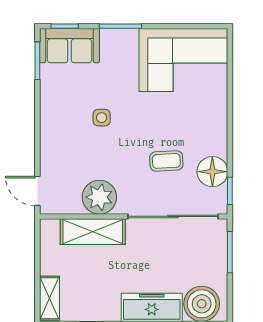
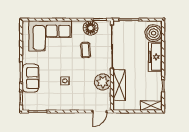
sofa: (70, 46) -> (30, 78), moved
corner sofa: (183, 60) -> (50, 36), moved, turned 90

